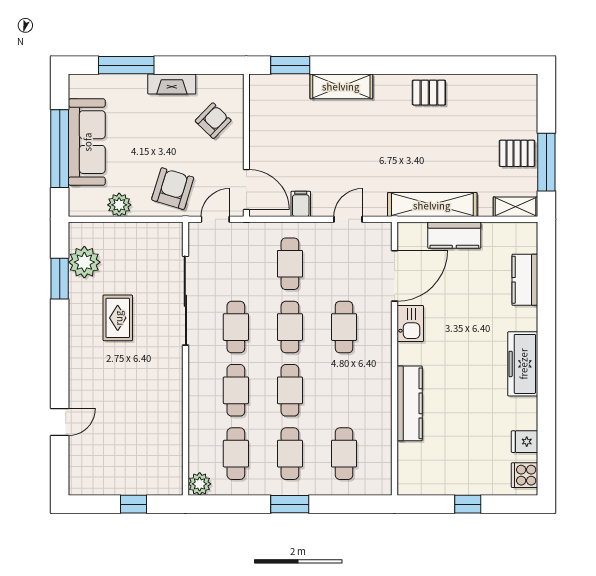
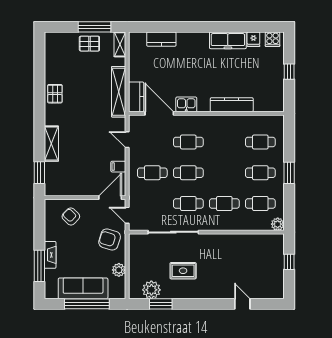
fireplace: (172, 84) -> (50, 255), moved
pallet: (517, 153) -> (89, 44), turned 90
kitchen counter: (454, 235) -> (136, 97), moved
freezer: (523, 364) -> (228, 40), moved
cafe table: (290, 390) -> (224, 173), removed

